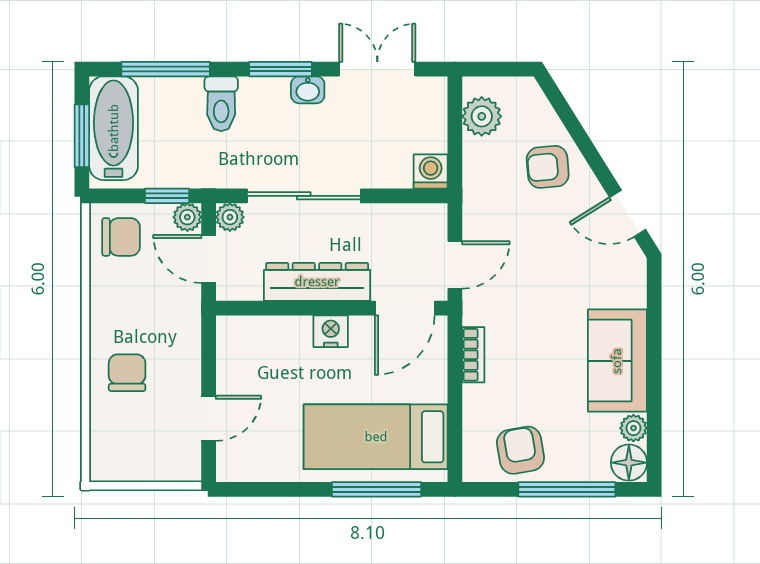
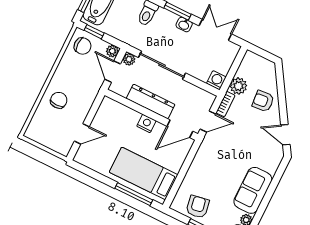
plant: (482, 116) -> (238, 86), moved
window: (167, 196) -> (94, 32), moved
bookcase: (473, 355) -> (225, 104), moved

